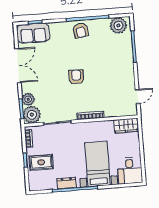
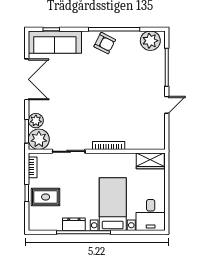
armchair: (81, 30) -> (105, 43), turned -53
sofa: (33, 33) -> (55, 42), width x1.36
armchair: (76, 77) -> (95, 98), removed
door: (138, 97) -> (167, 105), moved

